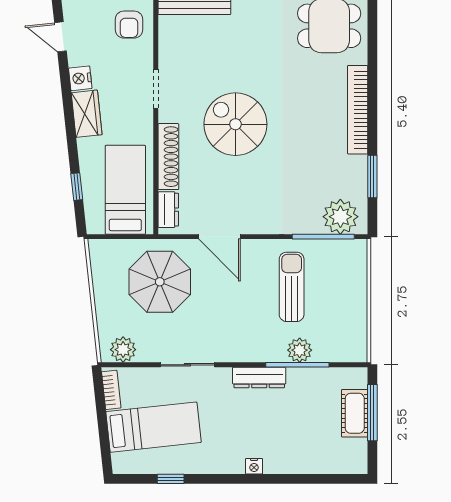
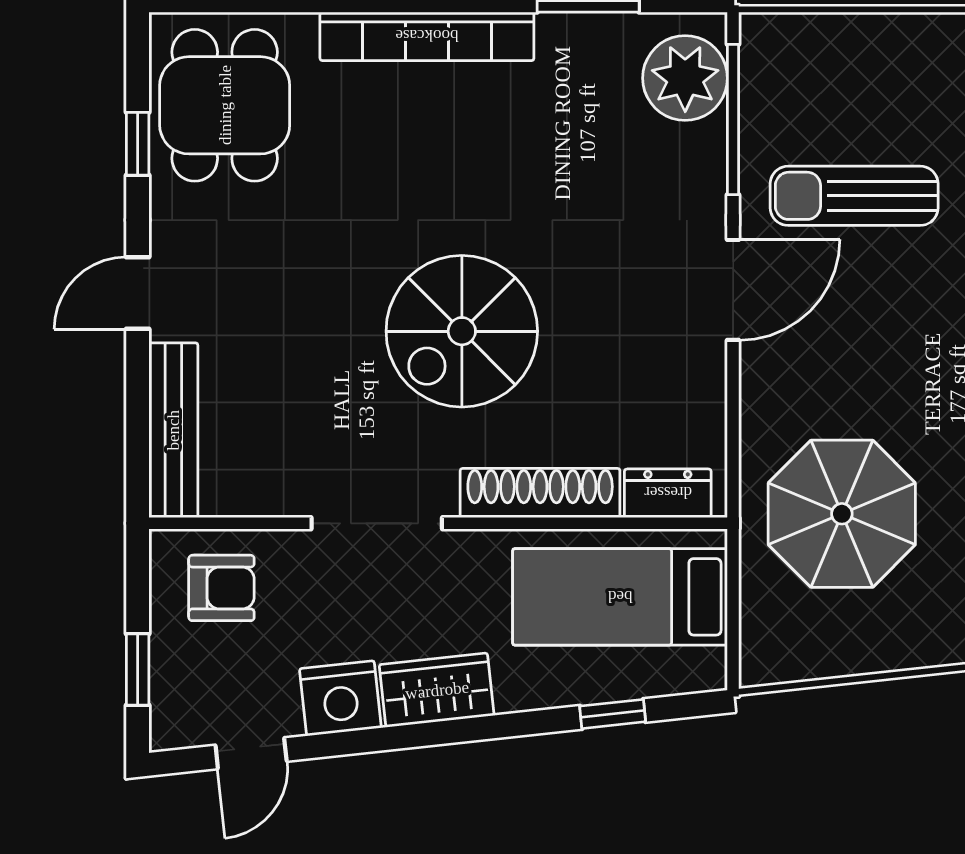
nightstand: (80, 78) -> (340, 698), width x1.36, depth x1.33
doorway: (156, 89) -> (377, 523), width x1.38
door: (220, 237) -> (733, 290), moved

